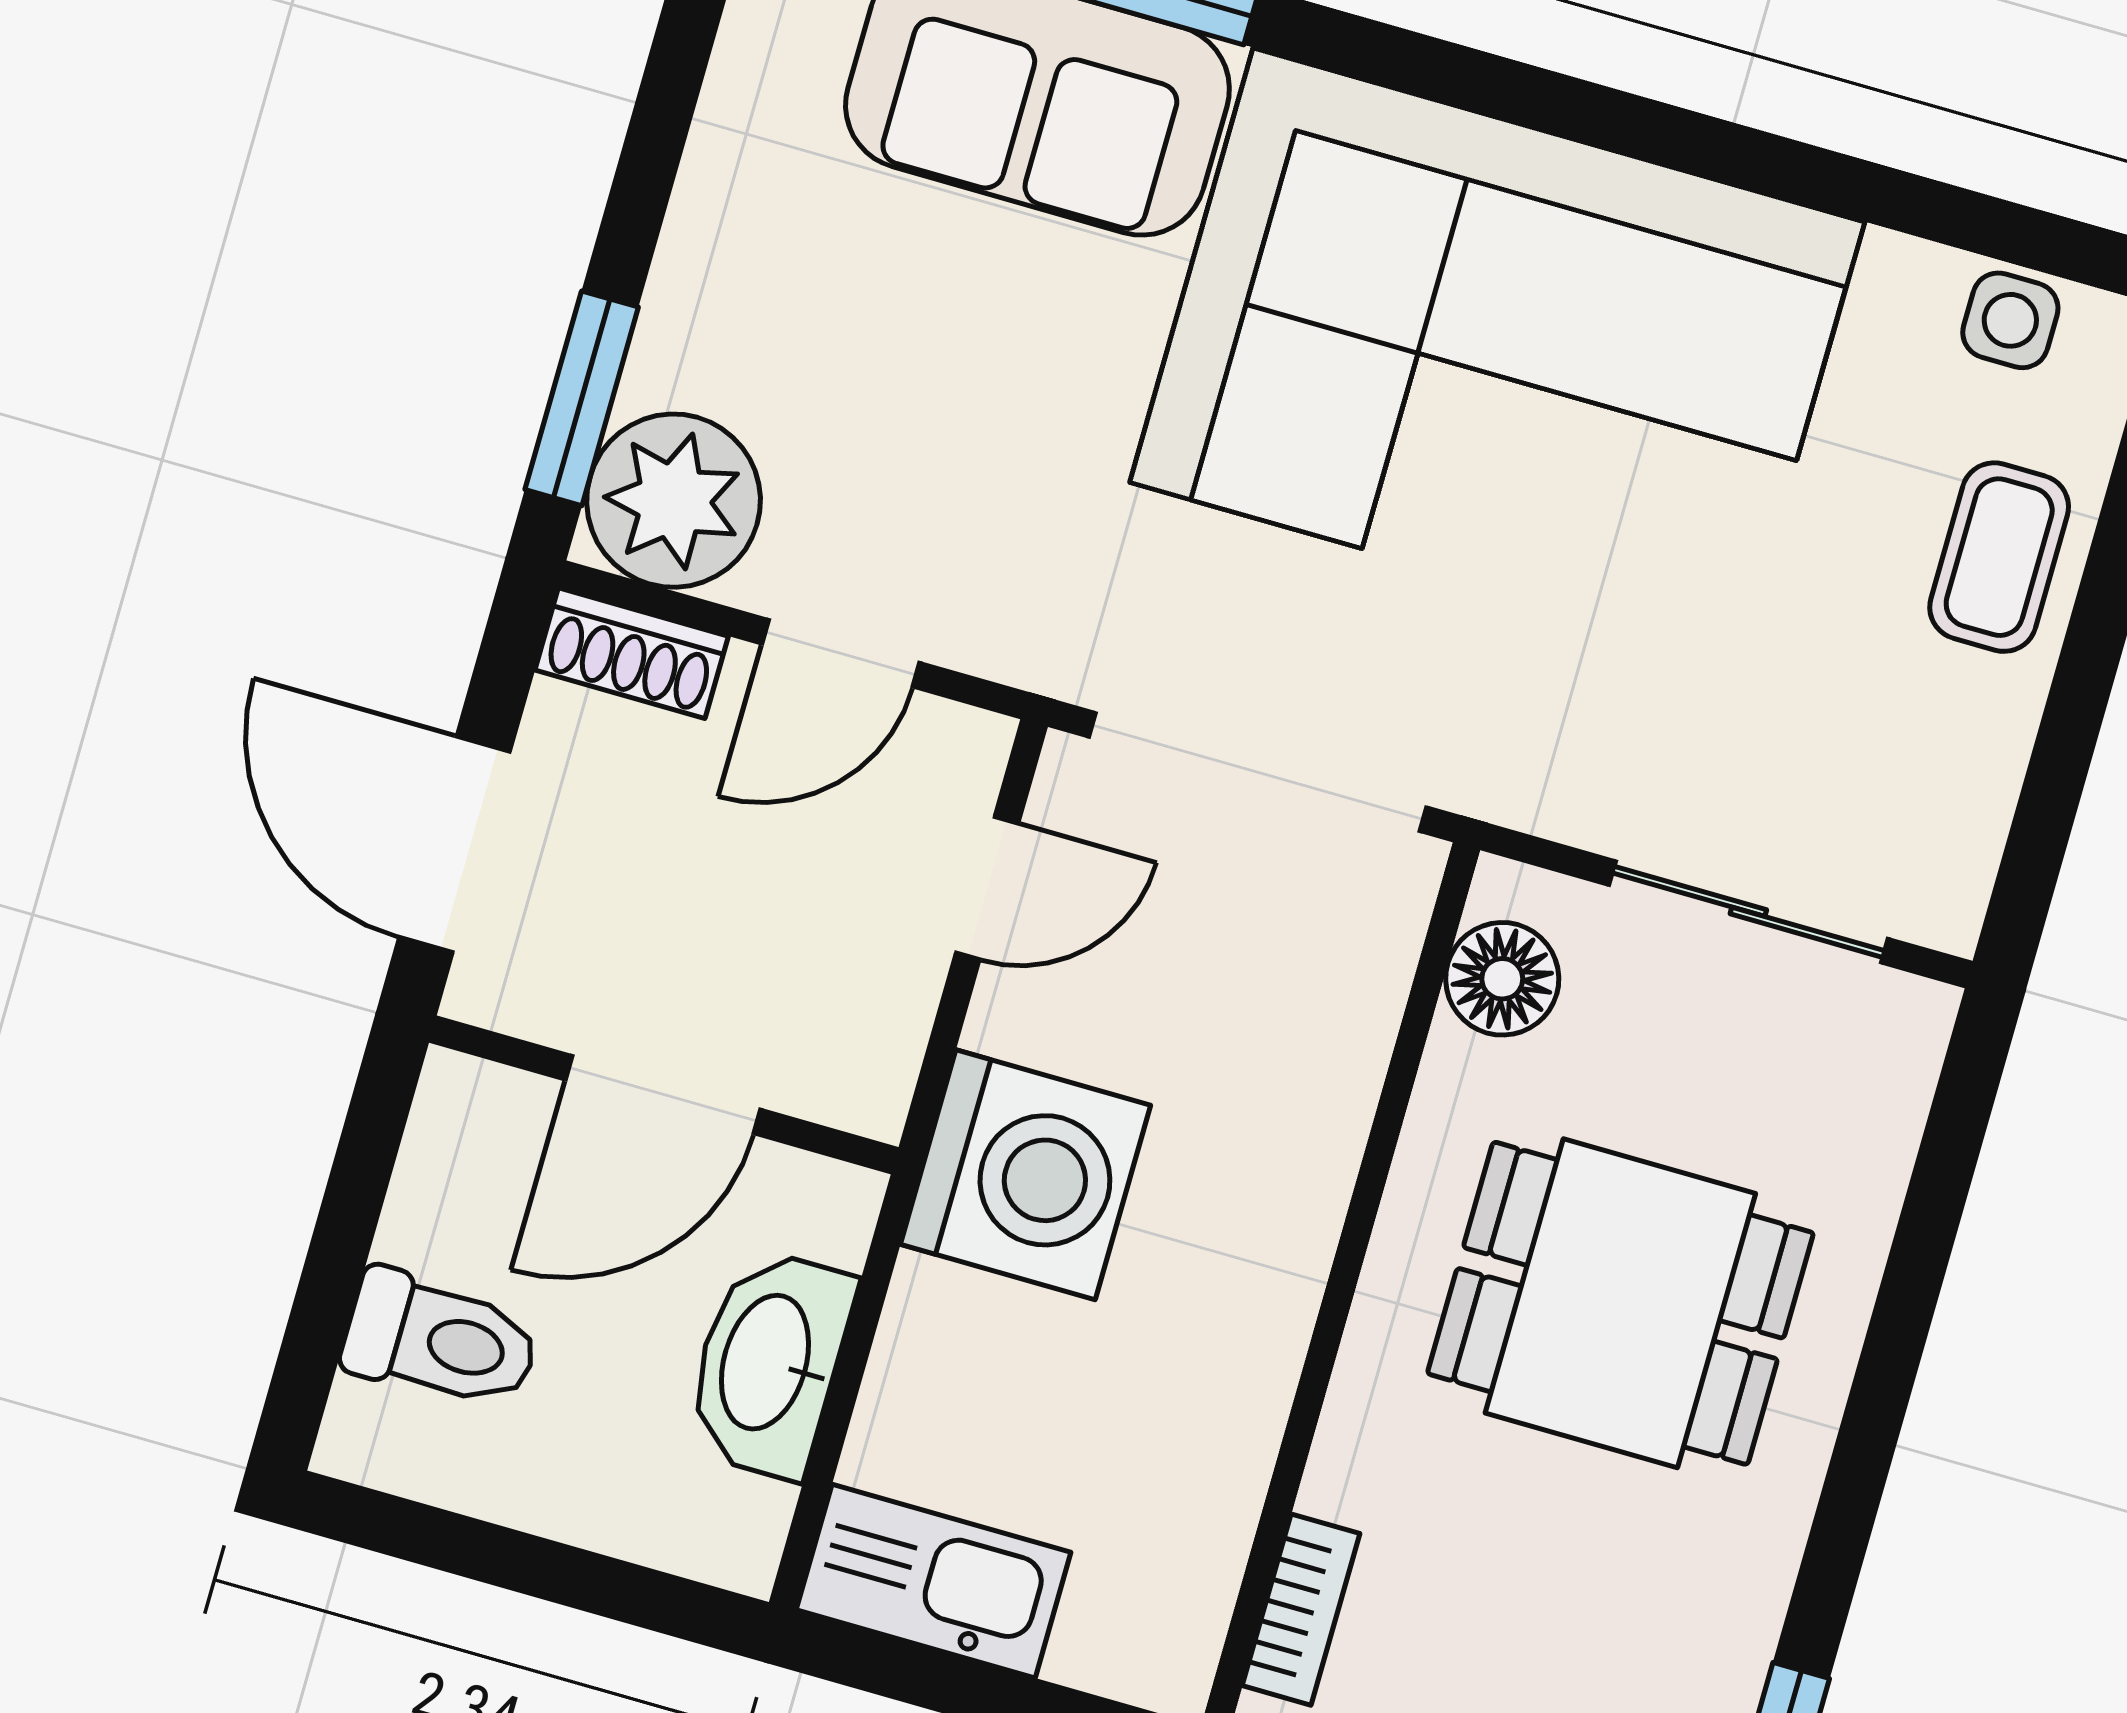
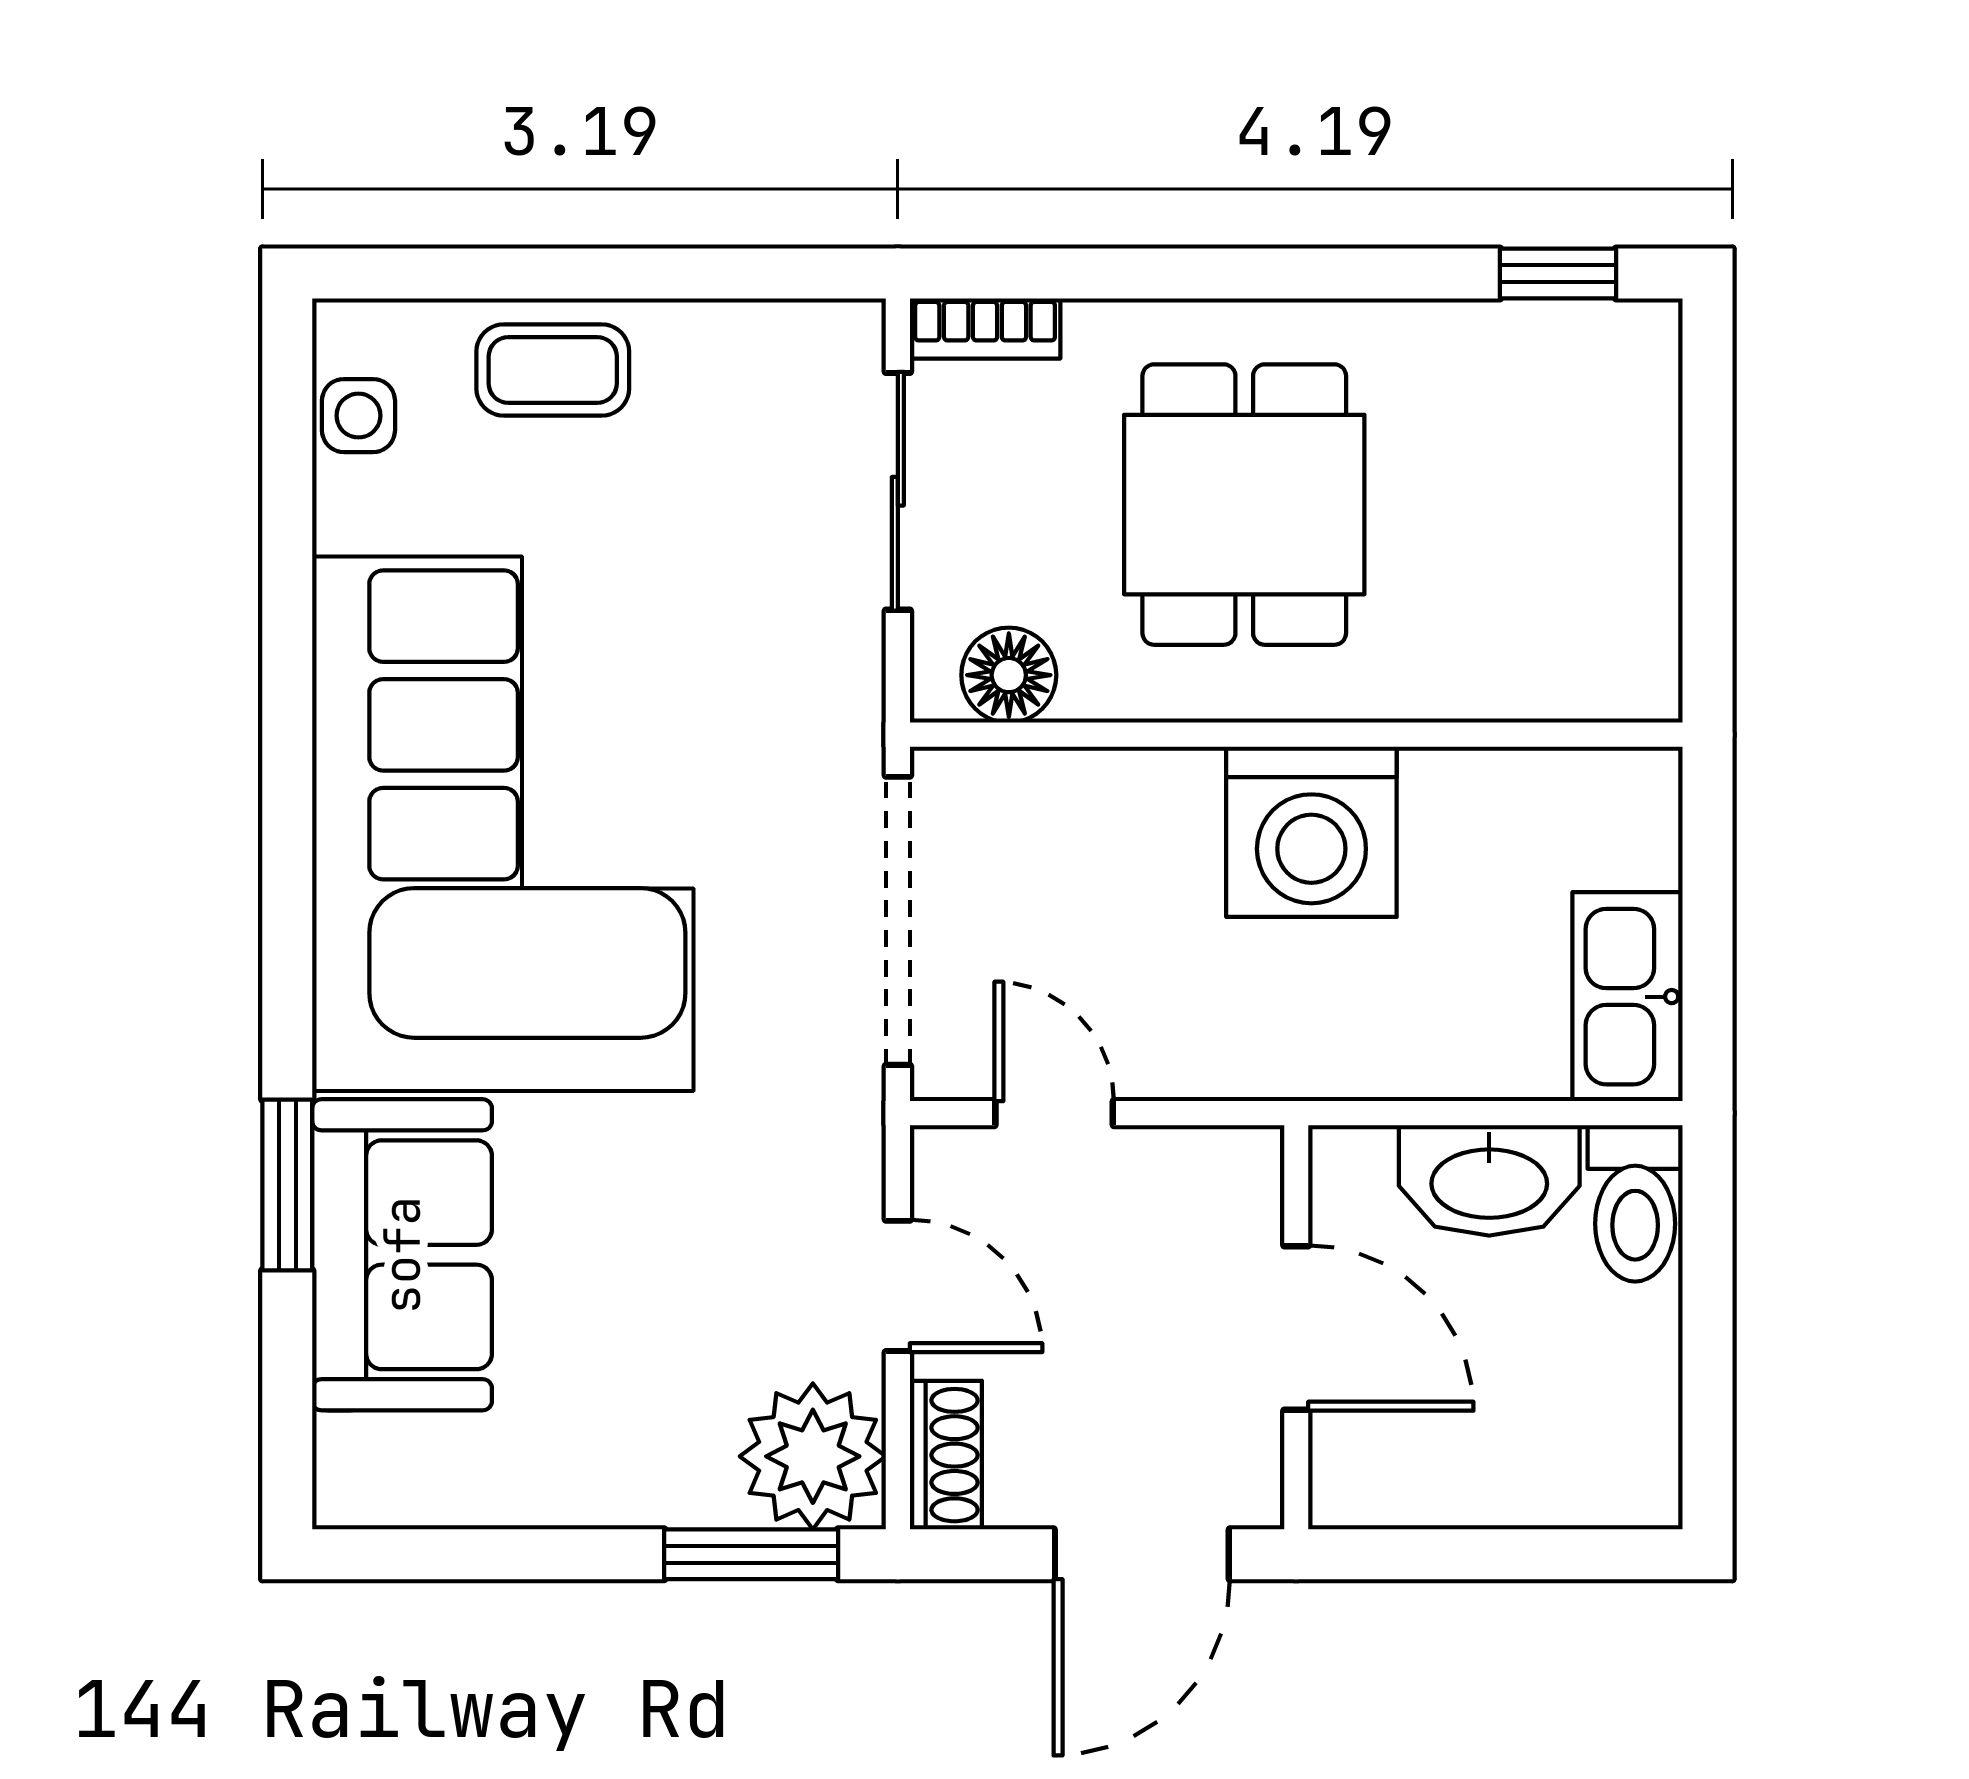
washing machine: (1025, 1175) -> (1311, 832), moved, turned 180
toilet: (441, 1340) -> (1635, 1203), moved, turned 180
bookcase: (1301, 1610) -> (985, 328), moved, turned 180

